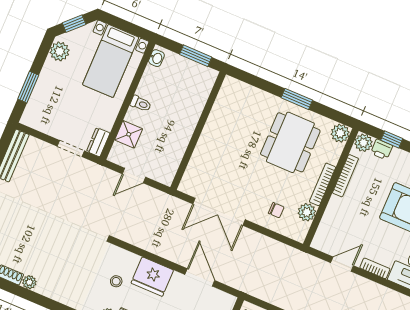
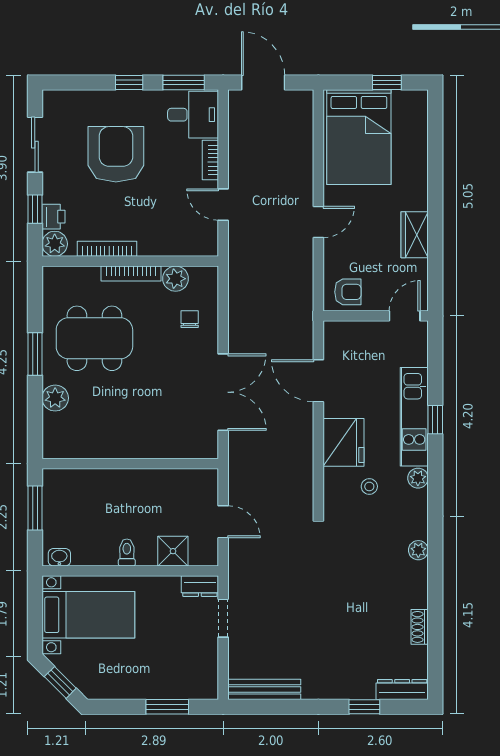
plant: (60, 51) -> (104, 686), removed
plant: (340, 133) -> (55, 398), moved
door: (200, 277) -> (318, 381), hinge flipped
plant: (29, 282) -> (418, 550), moved

